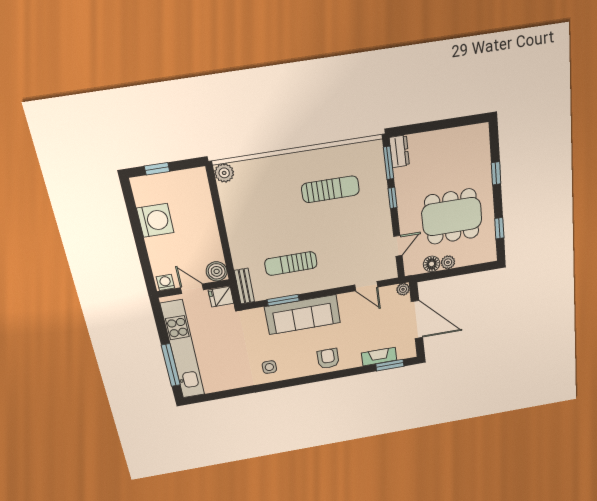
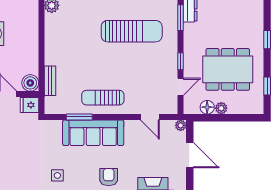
sun lounger: (330, 189) -> (132, 31), width x1.36, depth x1.34
window: (392, 198) -> (180, 61), moved
sun lounger: (291, 264) -> (103, 98), moved
bench: (244, 286) -> (50, 81), moved
door: (417, 320) -> (190, 155), width x0.73

